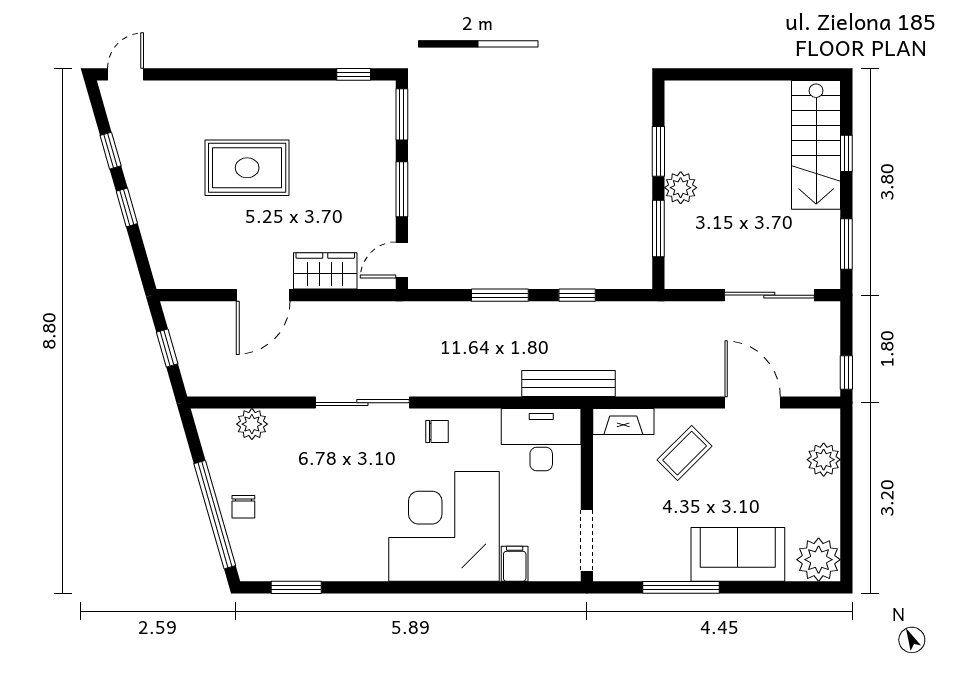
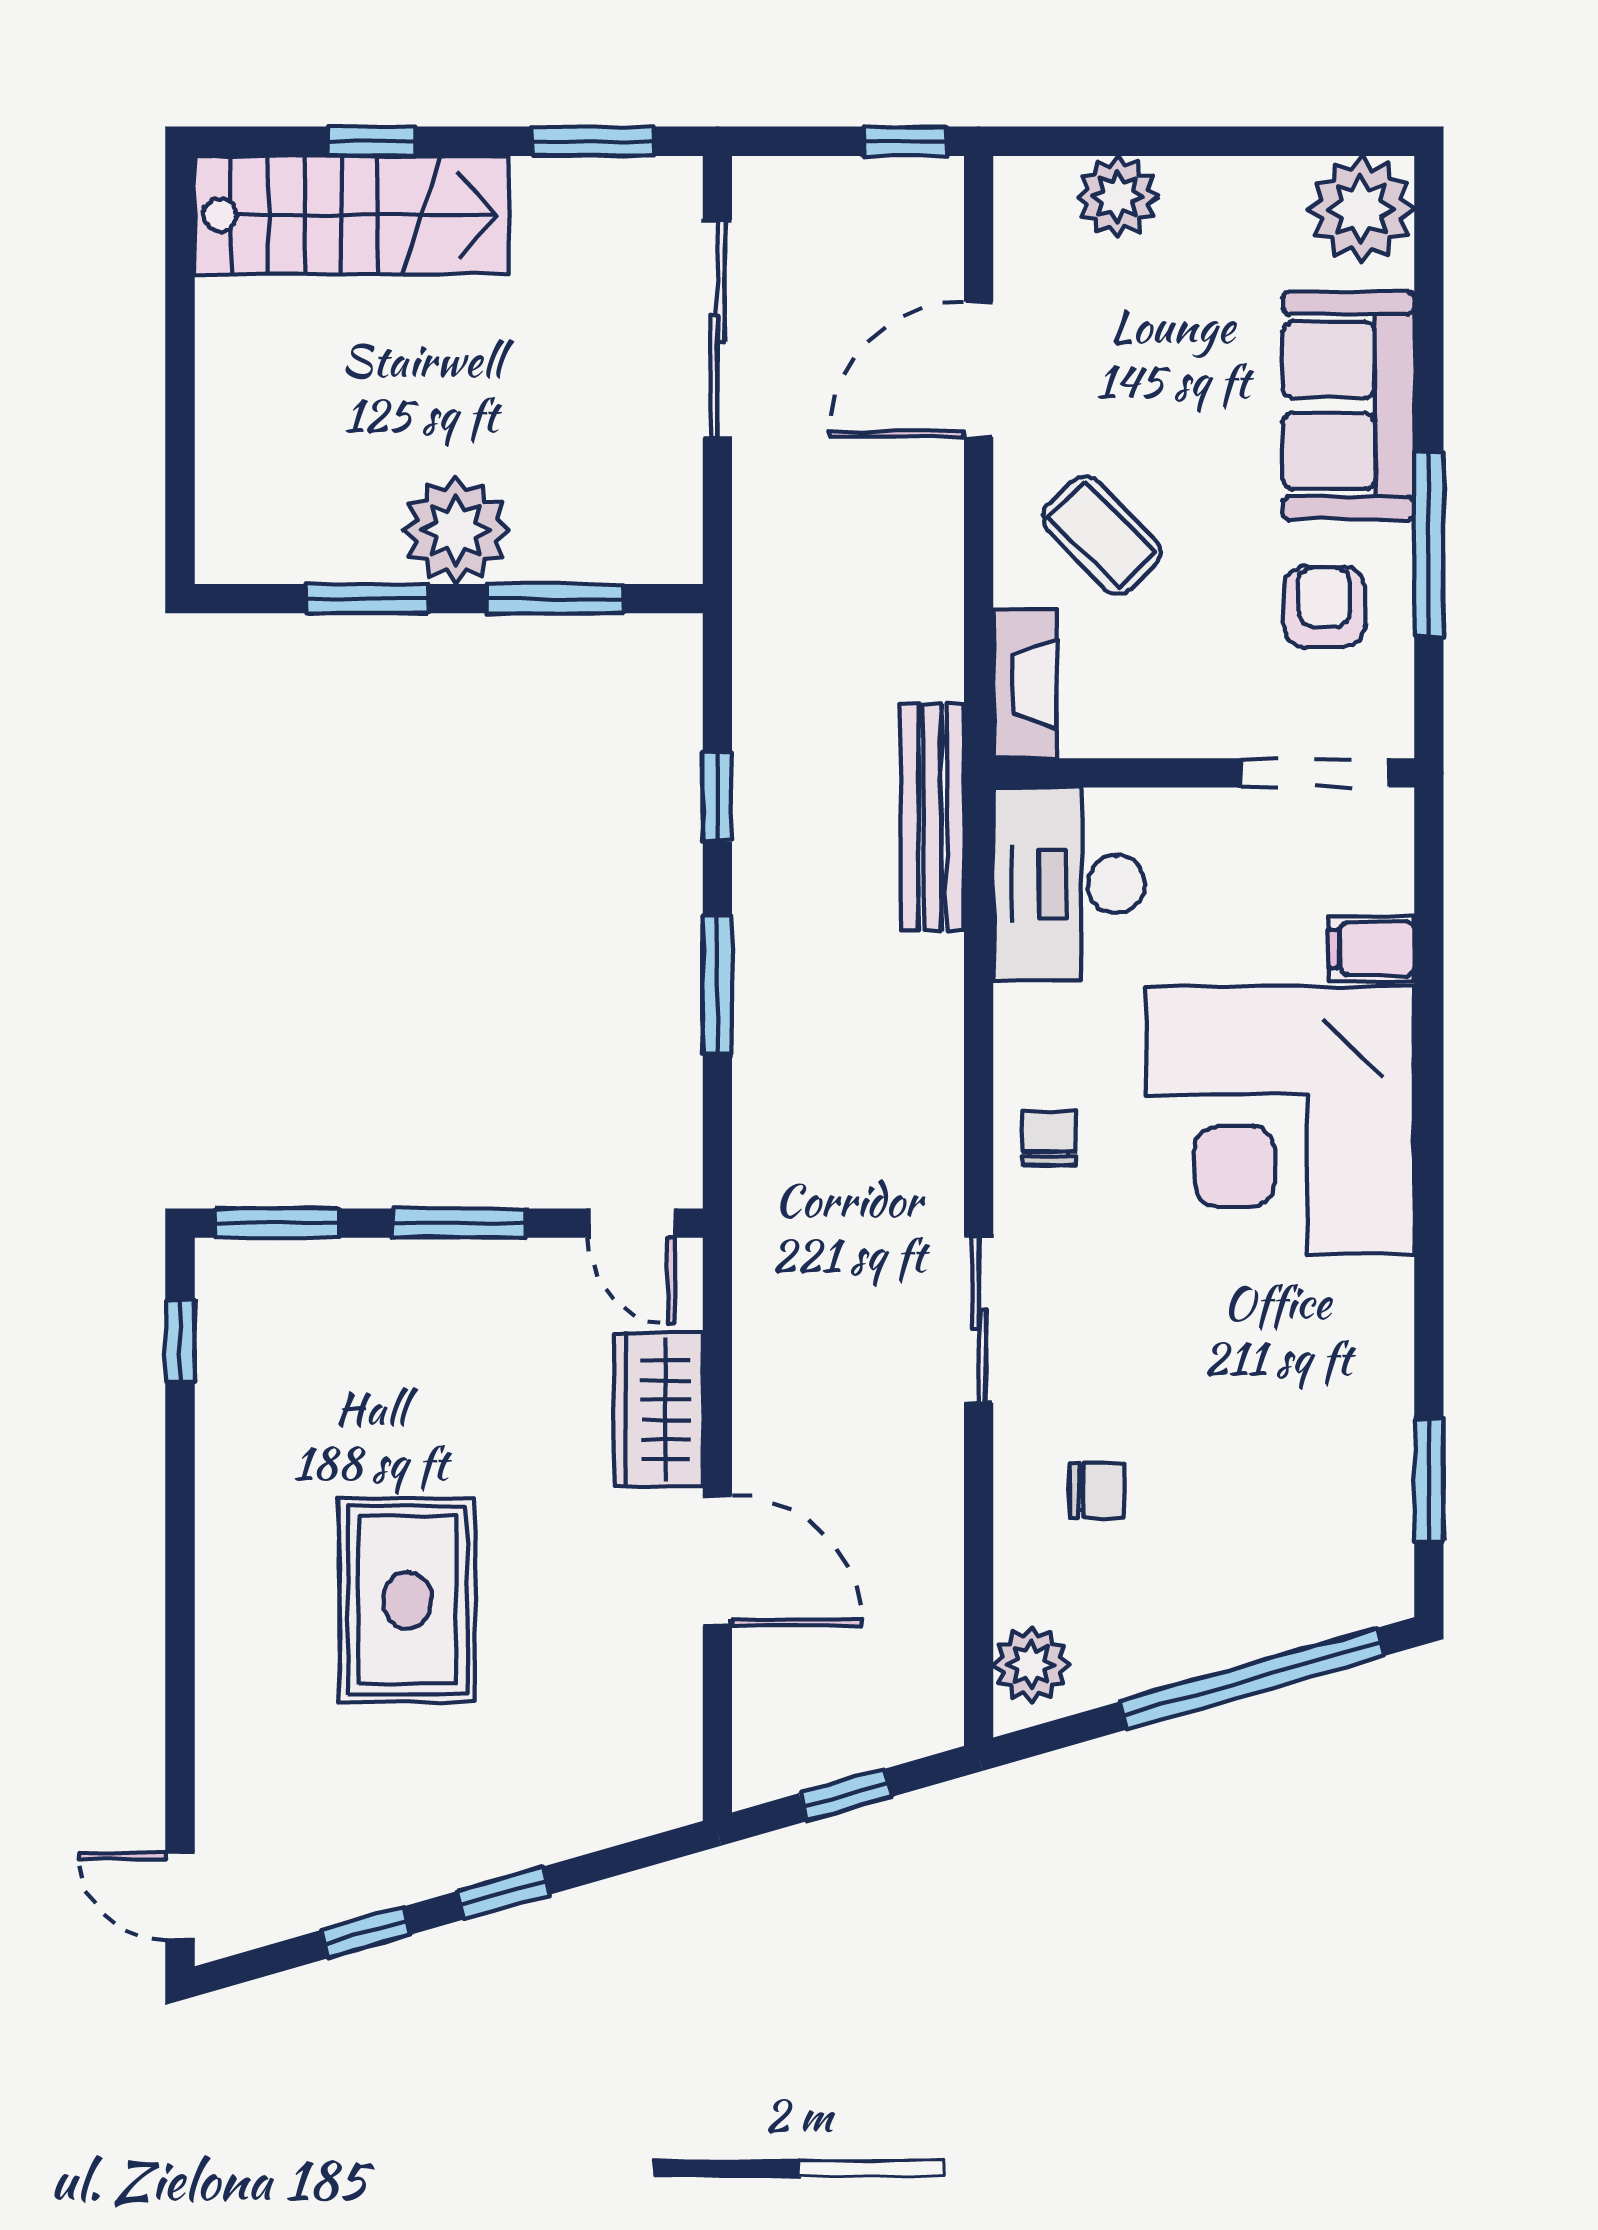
plant: (681, 188) -> (456, 530), width x1.36, depth x1.36
sliding door: (362, 403) -> (979, 1319), width x0.73
plant: (252, 424) -> (1031, 1664), moved
chair: (243, 507) -> (1097, 1490), moved
armchair: (655, 544) -> (1324, 607), added

